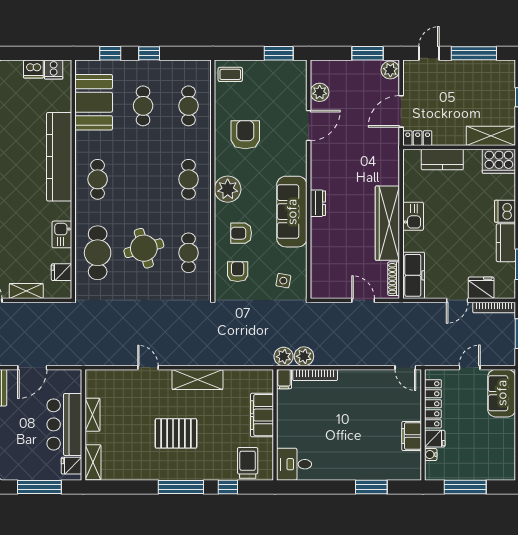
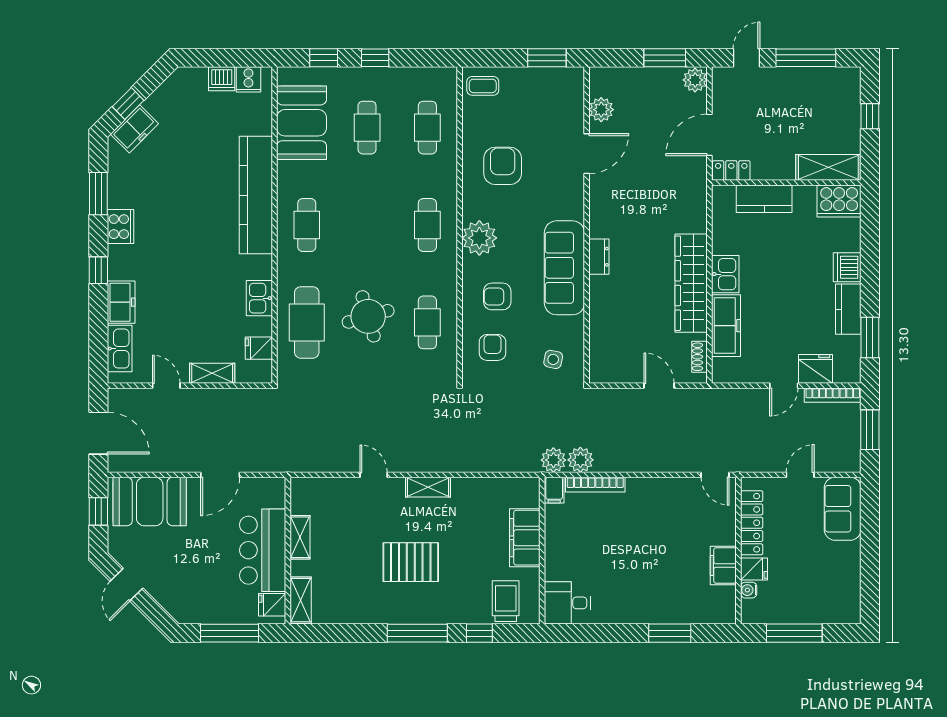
freezer: (414, 275) -> (726, 326), moved
shoe rack: (394, 279) -> (699, 357), width x0.70
shelving: (197, 379) -> (428, 487), width x0.67, depth x0.75

